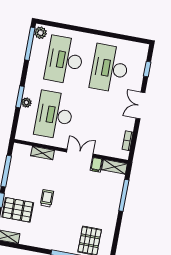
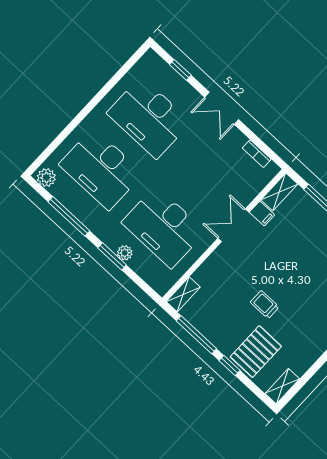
window: (30, 44) -> (69, 216), moved
shelving: (43, 153) -> (183, 294), moved

